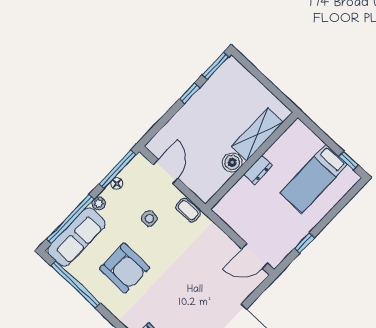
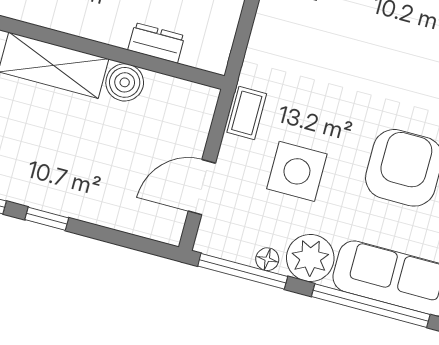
dresser: (258, 170) -> (156, 43), moved
plant: (99, 203) -> (310, 258), width x1.87, depth x1.87
side table: (149, 219) -> (297, 171), width x1.87, depth x1.87

